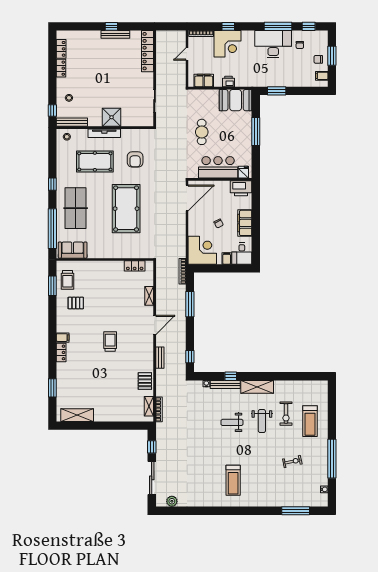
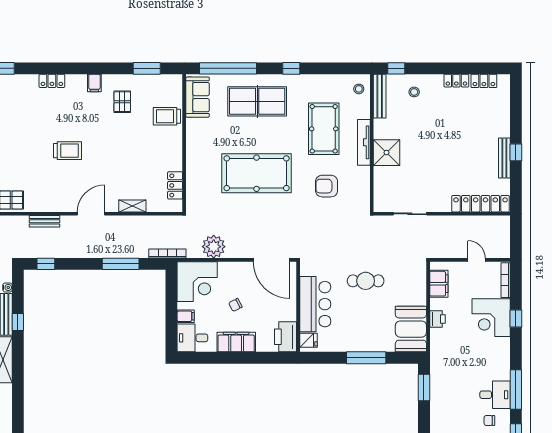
desk: (273, 44) -> (495, 395), width x0.53, depth x0.77
plant: (178, 239) -> (214, 247), added
trolley: (68, 280) -> (167, 116), moved
door: (155, 325) -> (91, 214), swing flipped
filing cabinet: (63, 338) -> (94, 83), moved

